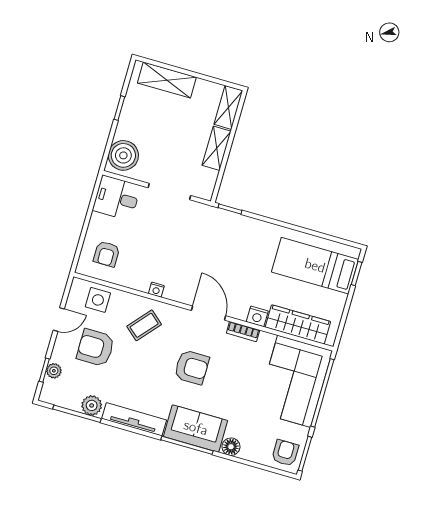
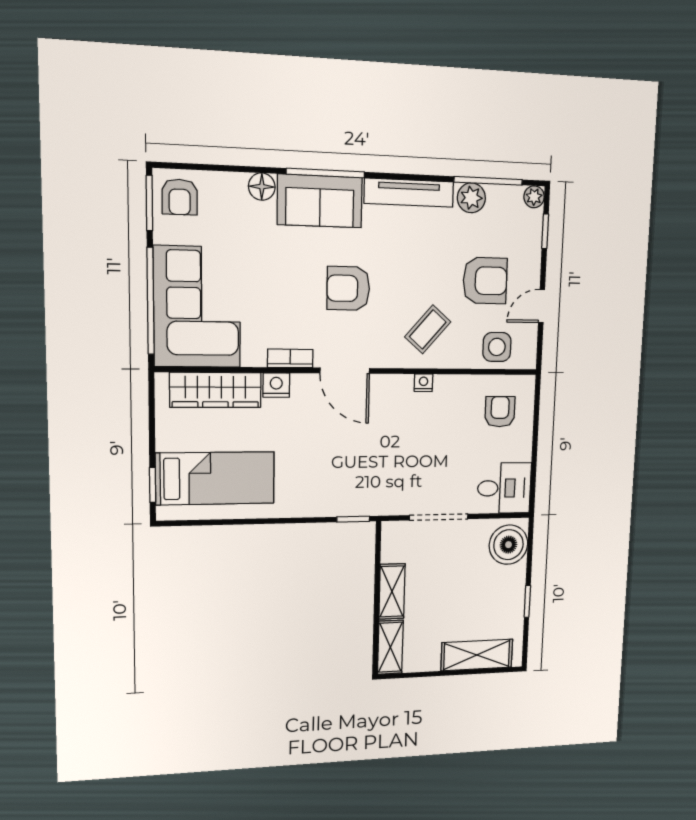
plant: (54, 371) -> (534, 197), moved

